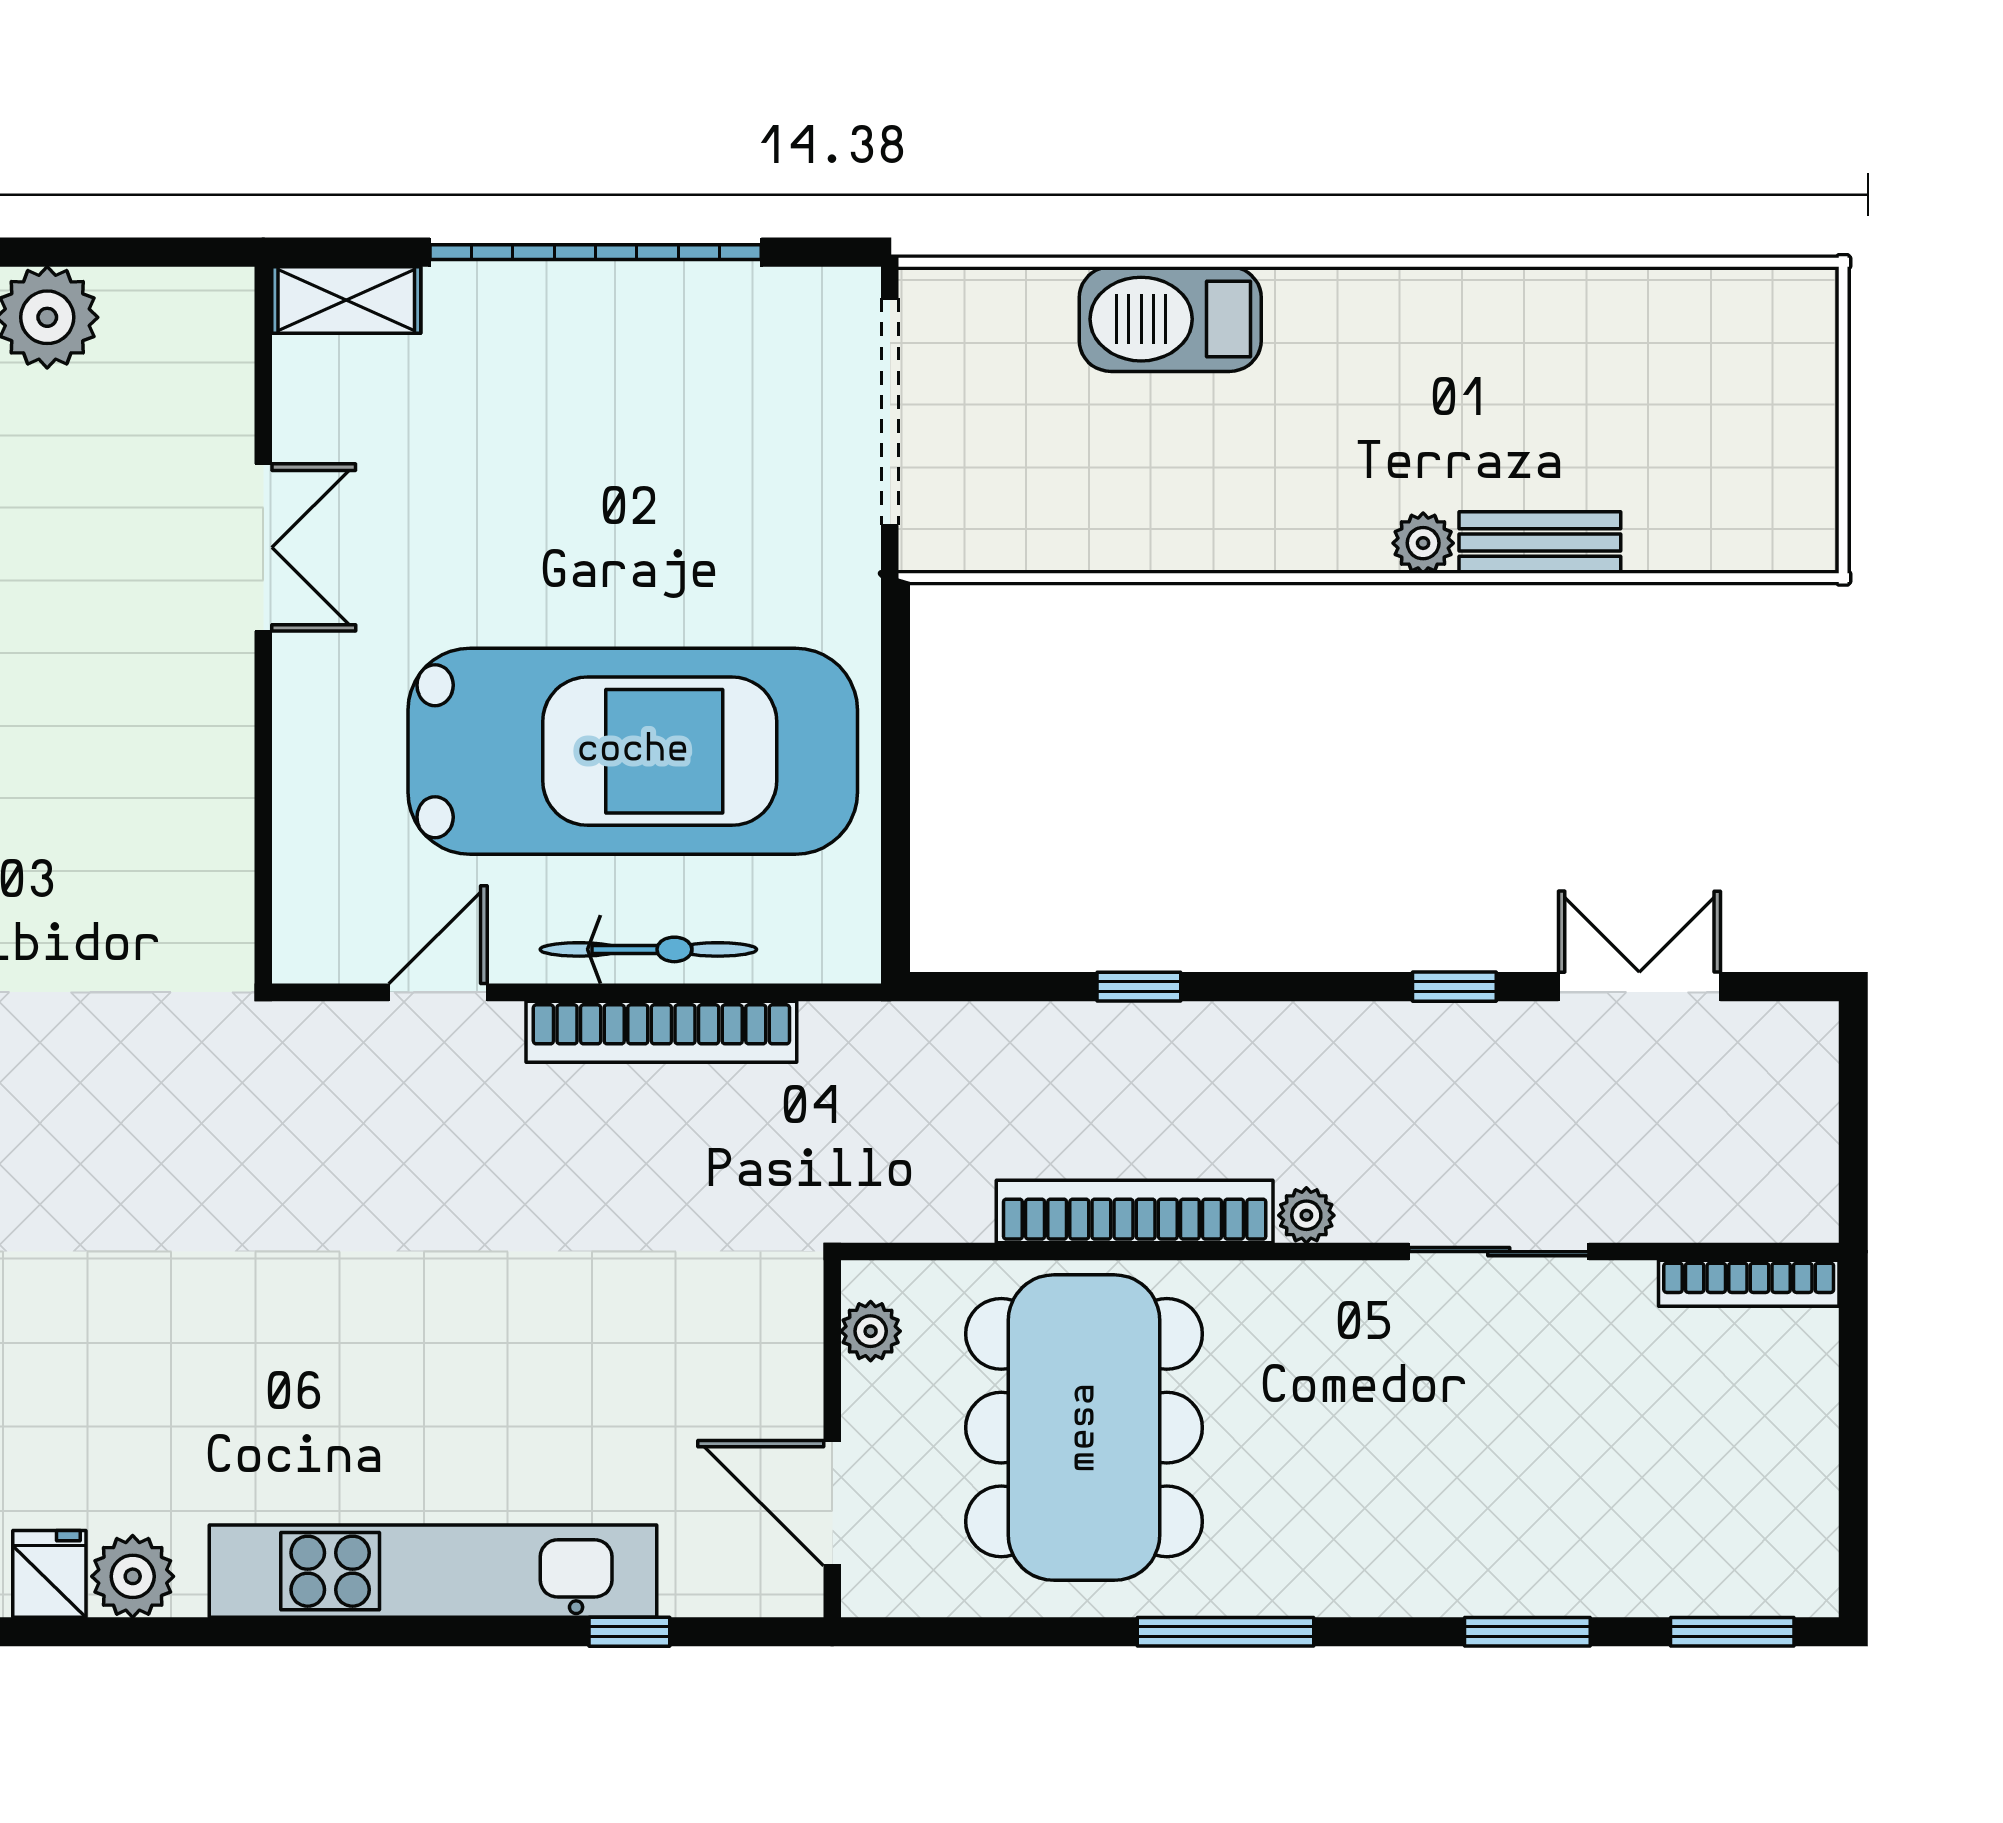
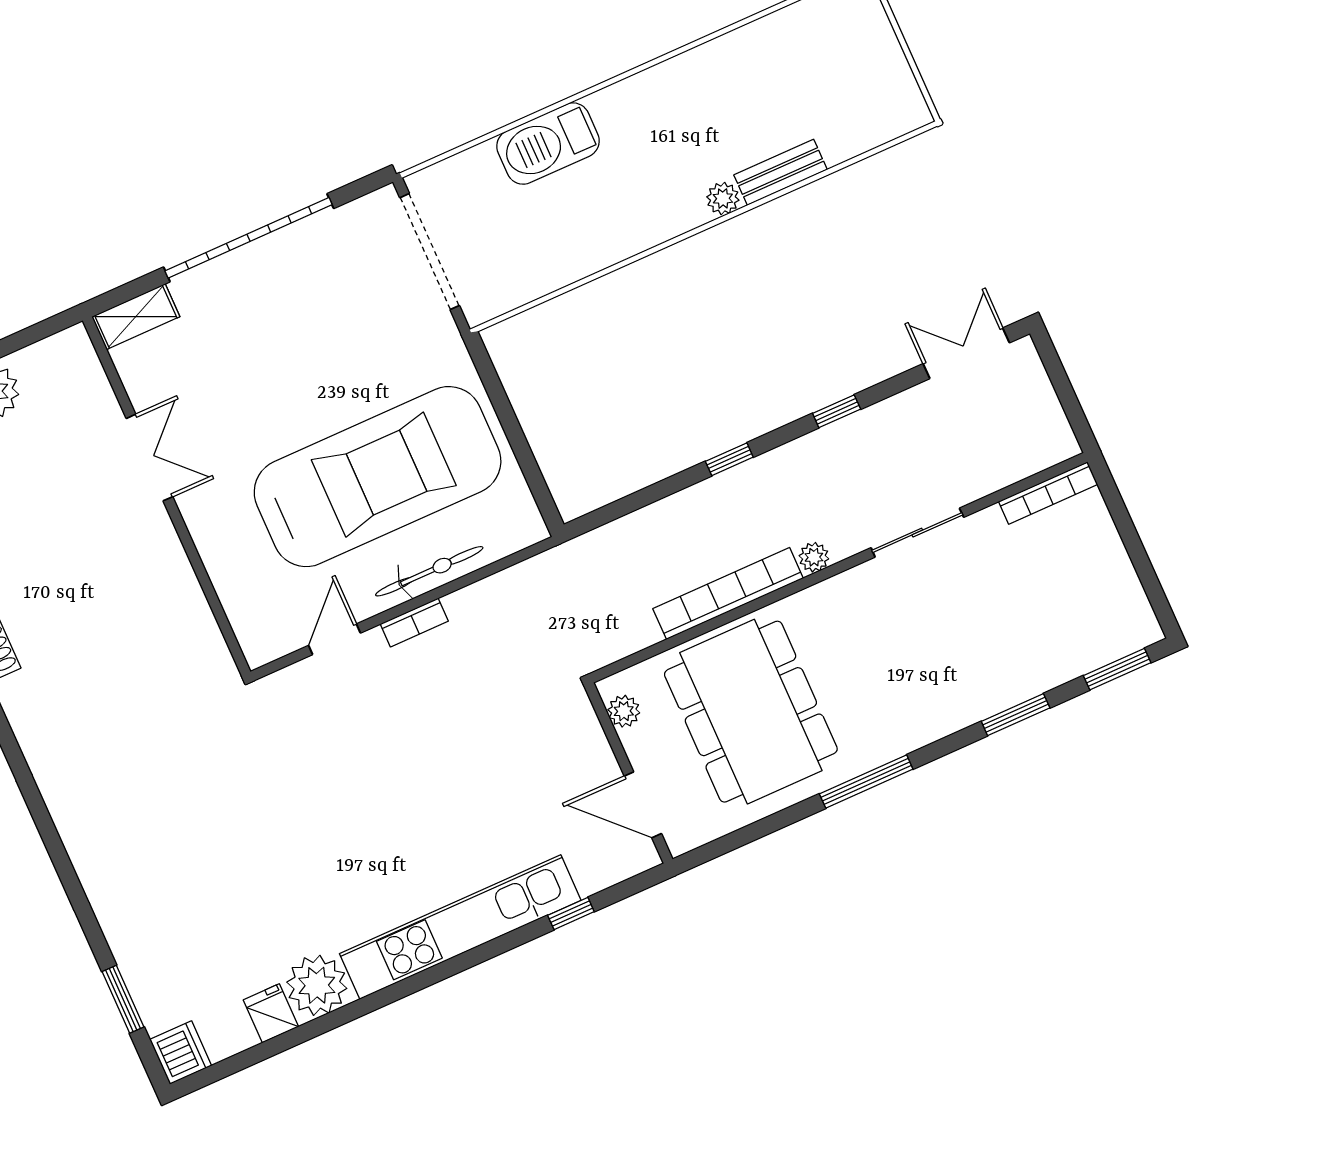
window: (1139, 987) -> (729, 459), moved
double door: (1639, 987) -> (966, 353), moved
bookcase: (661, 1032) -> (414, 623), width x0.43, depth x0.76
plant: (133, 1576) -> (317, 985), width x1.36, depth x1.36

